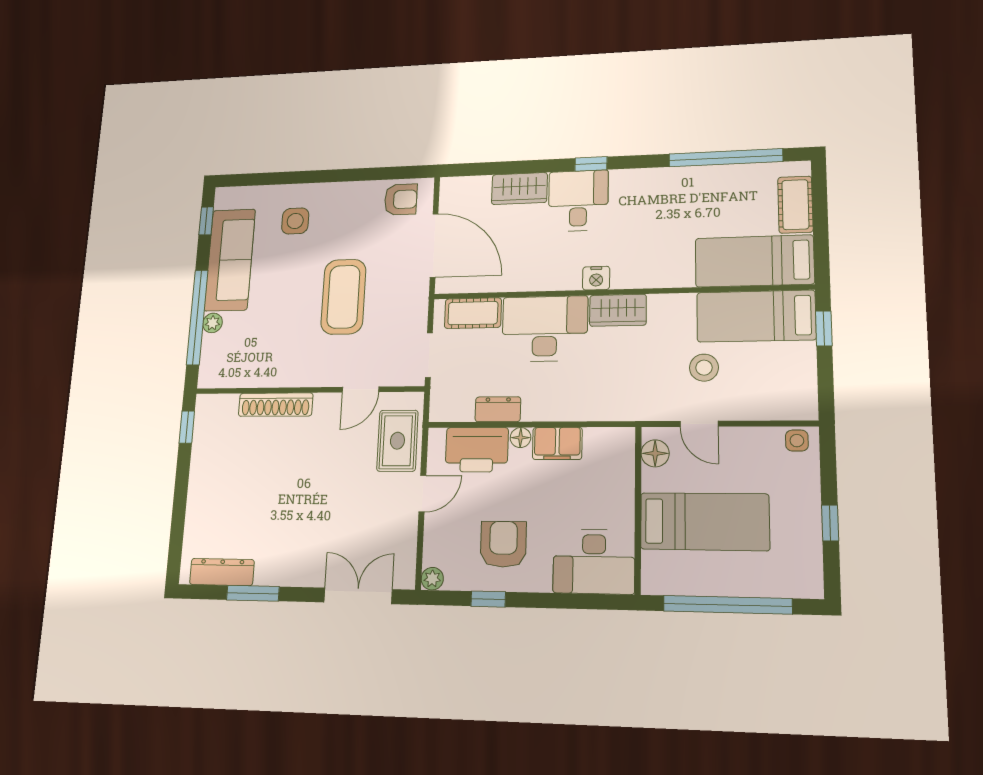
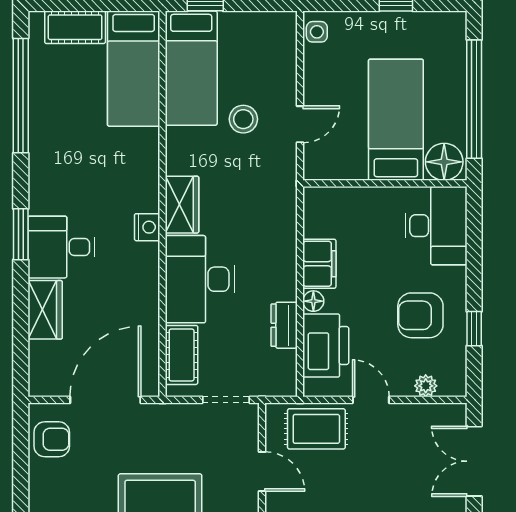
window: (591, 164) -> (21, 234), width x1.50
armchair: (401, 199) -> (52, 439), turned 90
floor lamp: (655, 453) -> (444, 162), moved, width x1.38, depth x1.38
plant: (432, 579) -> (426, 386), moved

